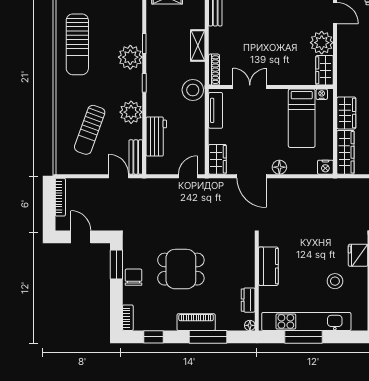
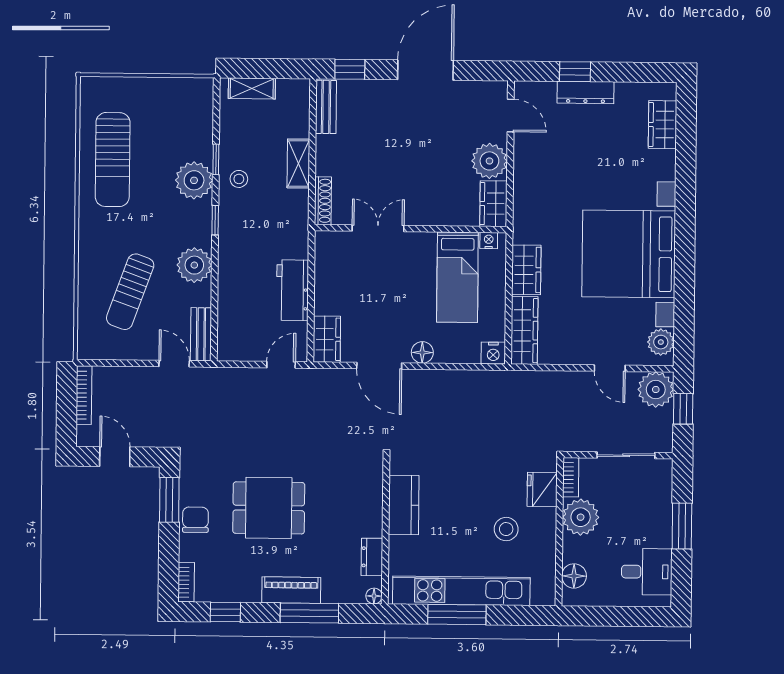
stool: (193, 90) -> (239, 179), moved, width x0.53, depth x0.53
tv unit: (216, 110) -> (325, 264), removed
workbench: (156, 137) -> (292, 290), moved, turned 180

